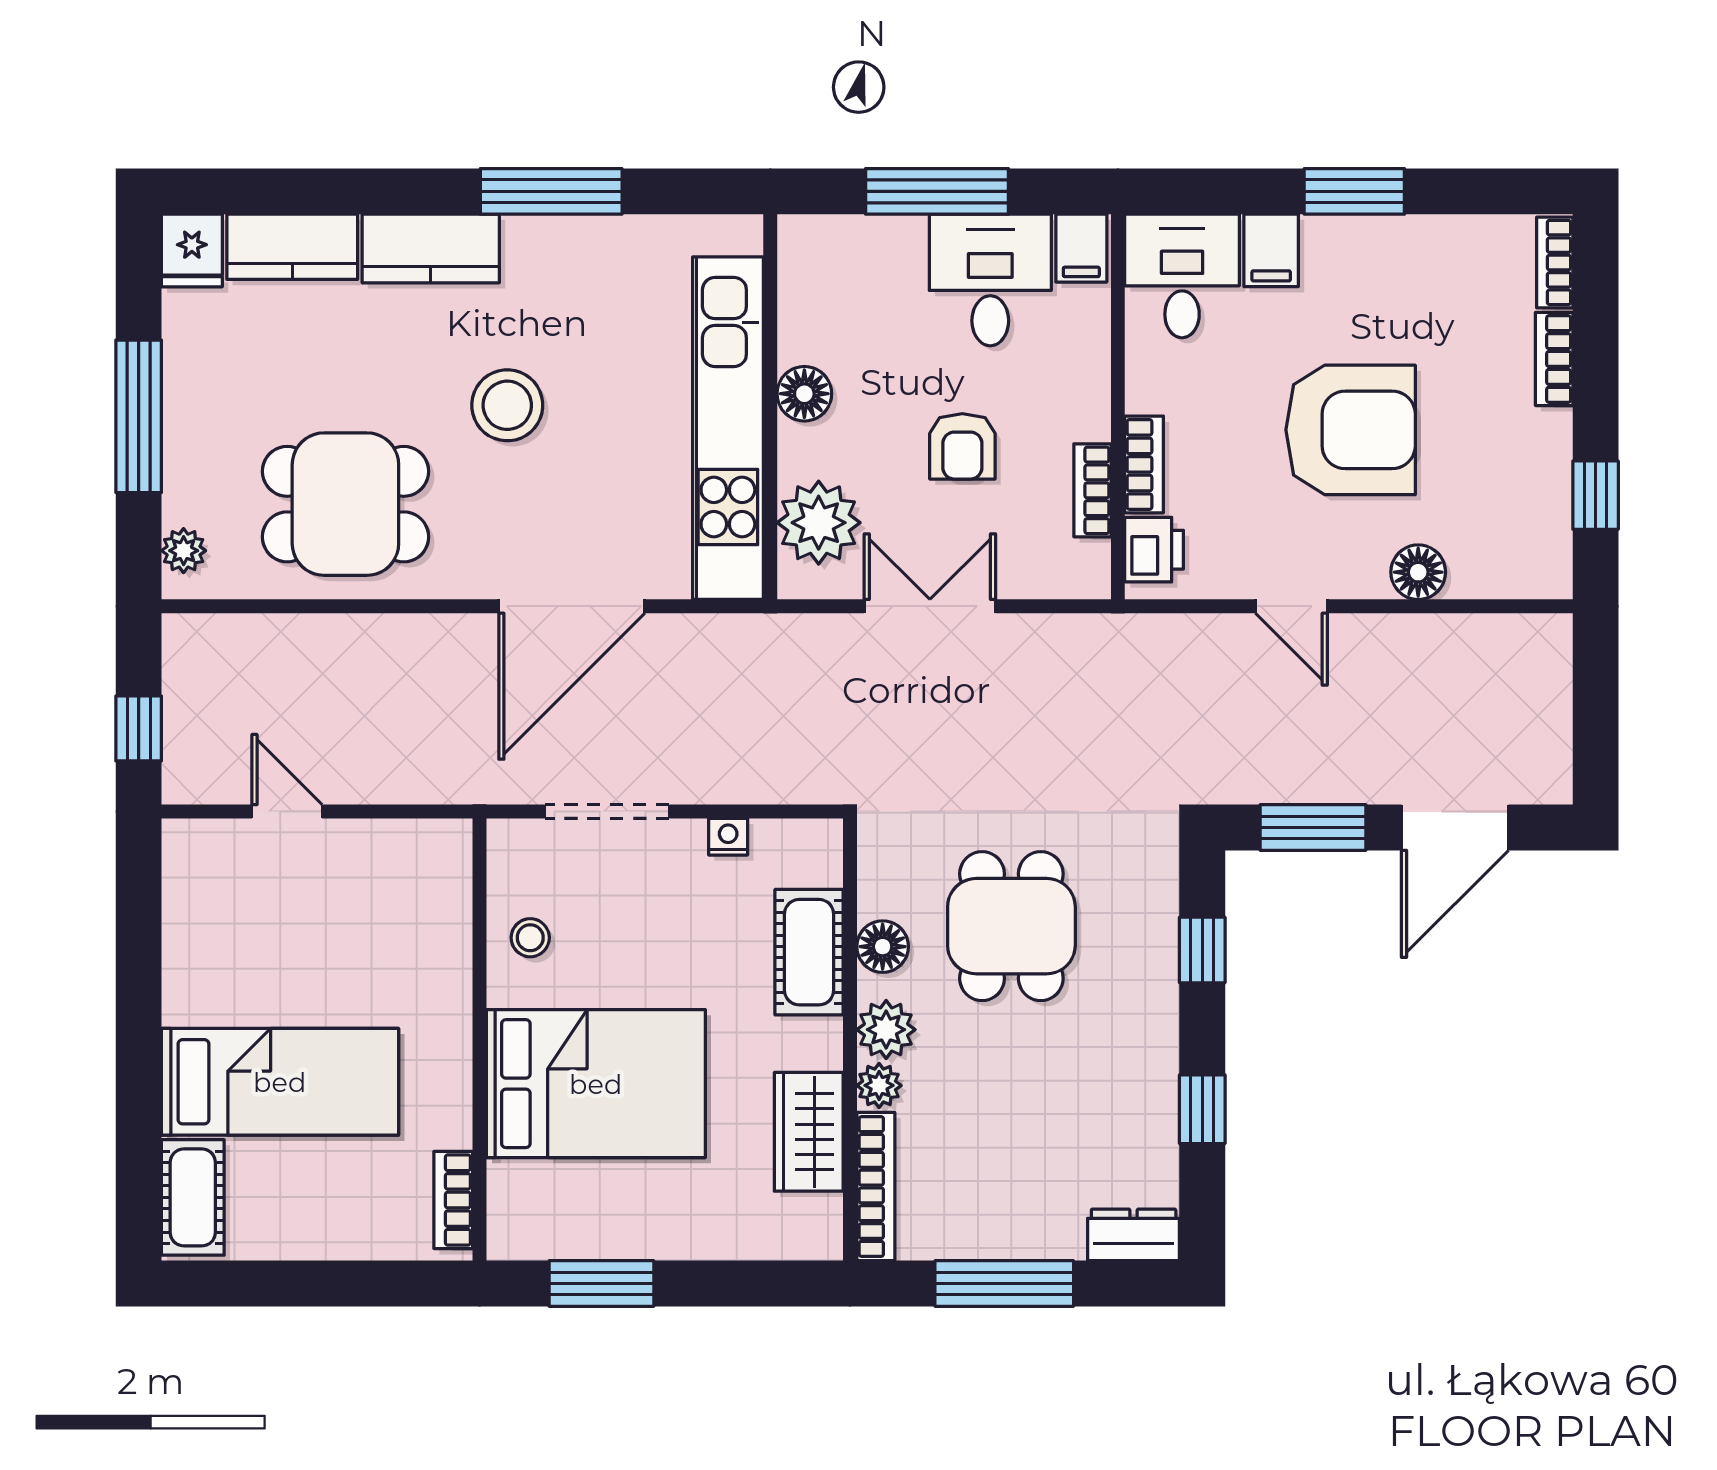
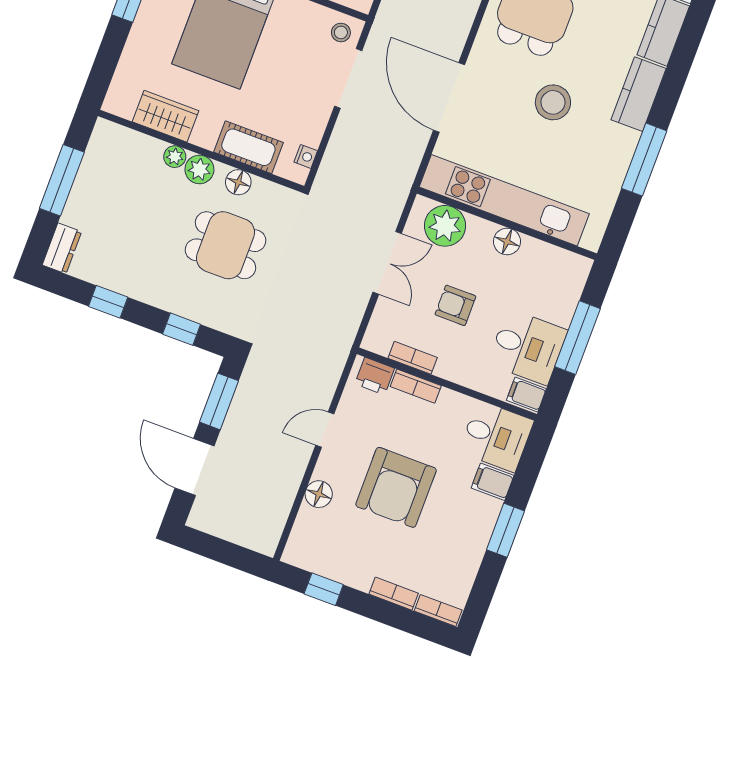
nightstand: (728, 837) -> (306, 156), moved
stool: (530, 938) -> (341, 32), moved
bookcase: (876, 1186) -> (129, 138), removed

